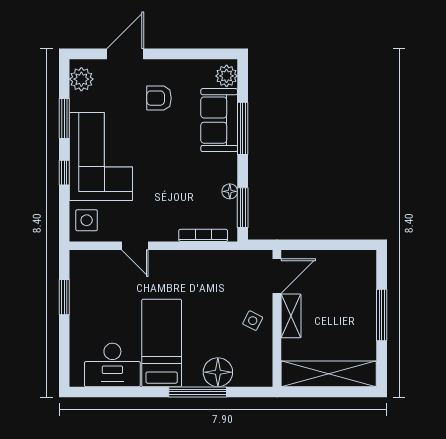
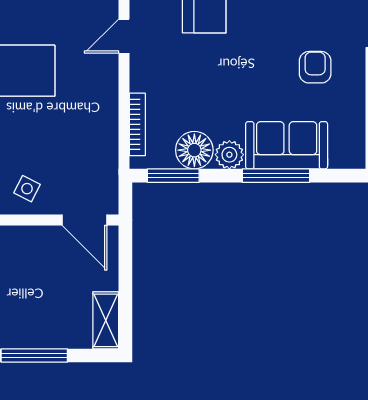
plant: (227, 76) -> (229, 155), moved
floor lamp: (230, 191) -> (194, 150), width x1.89, depth x1.89
shelving: (291, 316) -> (106, 320), moved, turned 90

